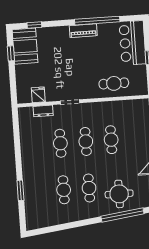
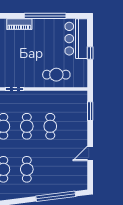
piano: (83, 31) -> (19, 24), moved
round table: (119, 194) -> (54, 177), removed

